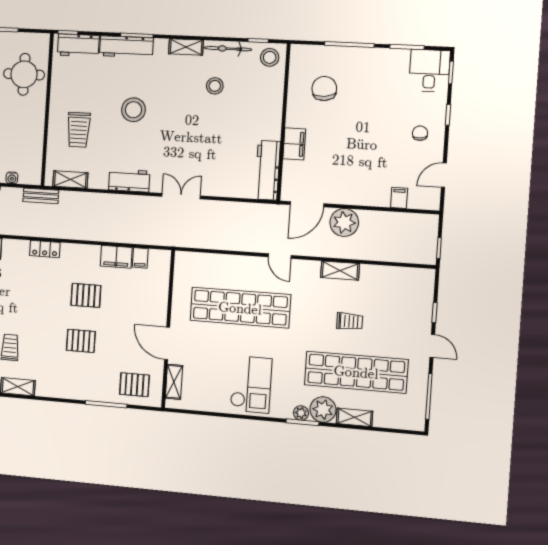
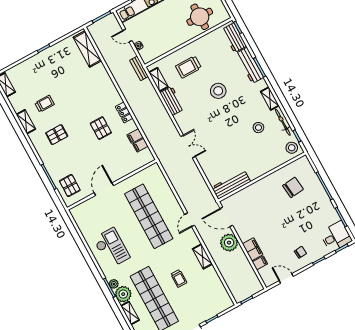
filing cabinet: (294, 144) -> (253, 249), moved, turned -90
workbench: (129, 181) -> (172, 101), moved
locker: (45, 249) -> (124, 112), moved
filing cabinet: (116, 257) -> (135, 136), width x0.50
pallet: (81, 341) -> (57, 135), moved, turned 90
shelving: (174, 382) -> (86, 206), removed
checkout: (251, 384) -> (111, 248), turned -90

